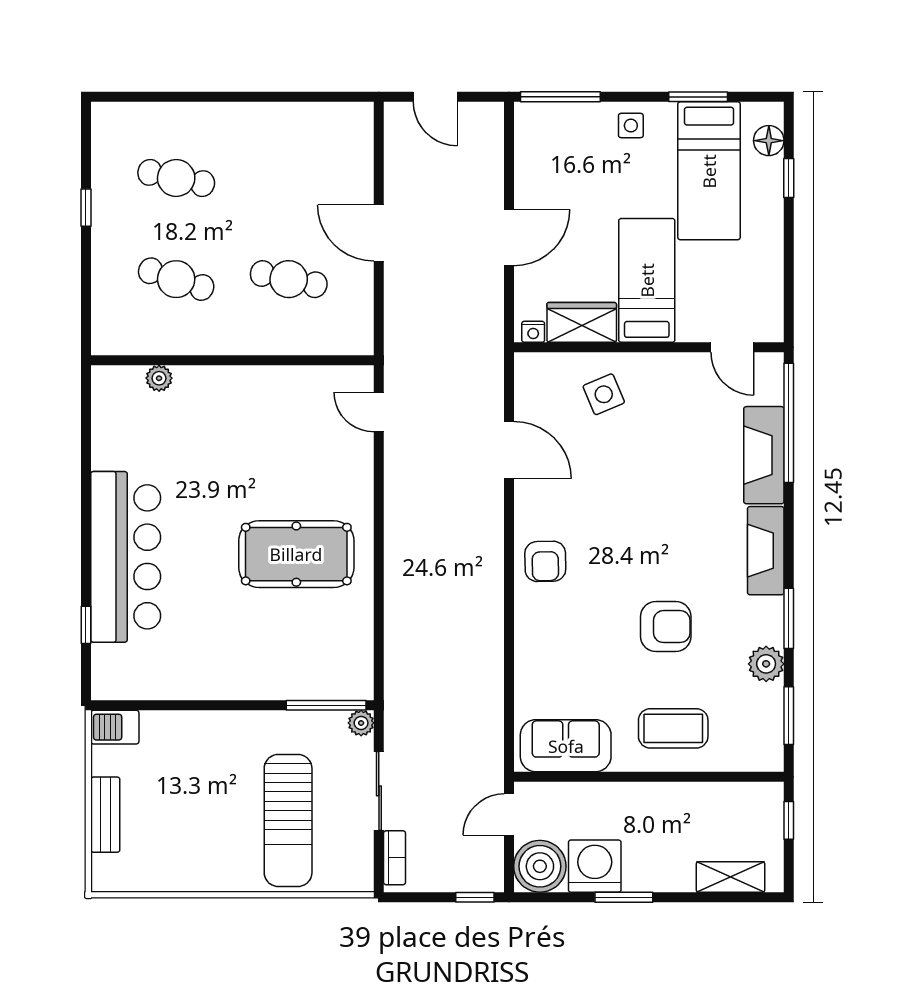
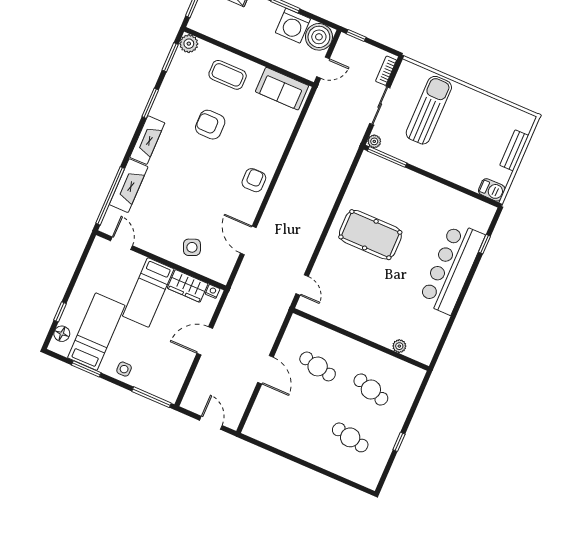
plant: (766, 664) -> (189, 44), moved

